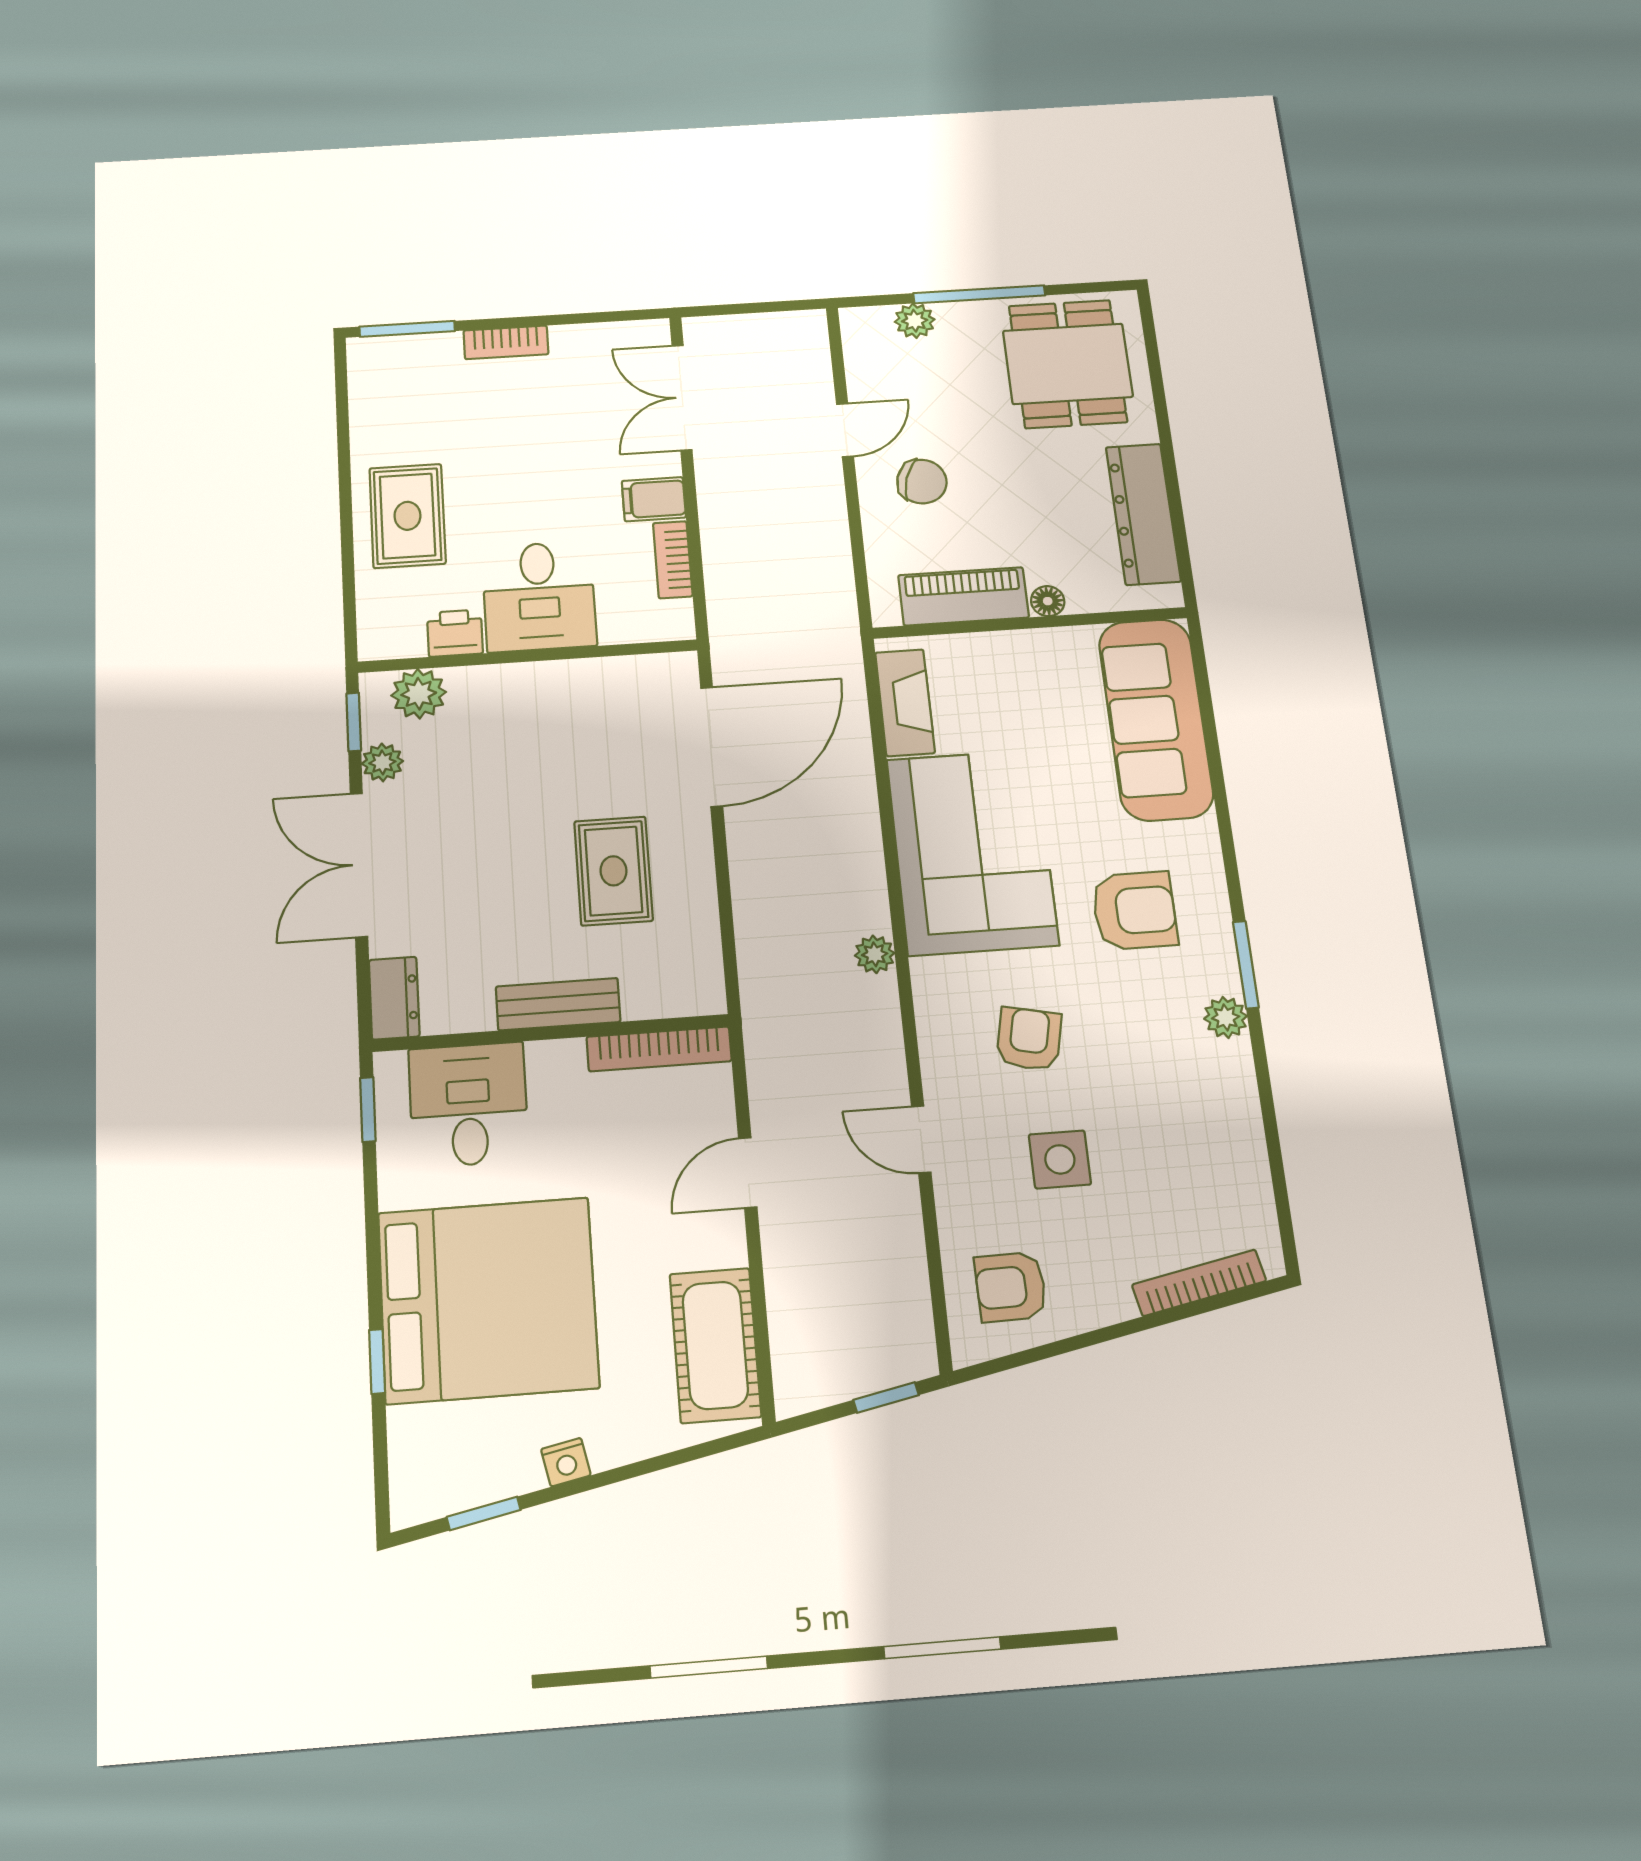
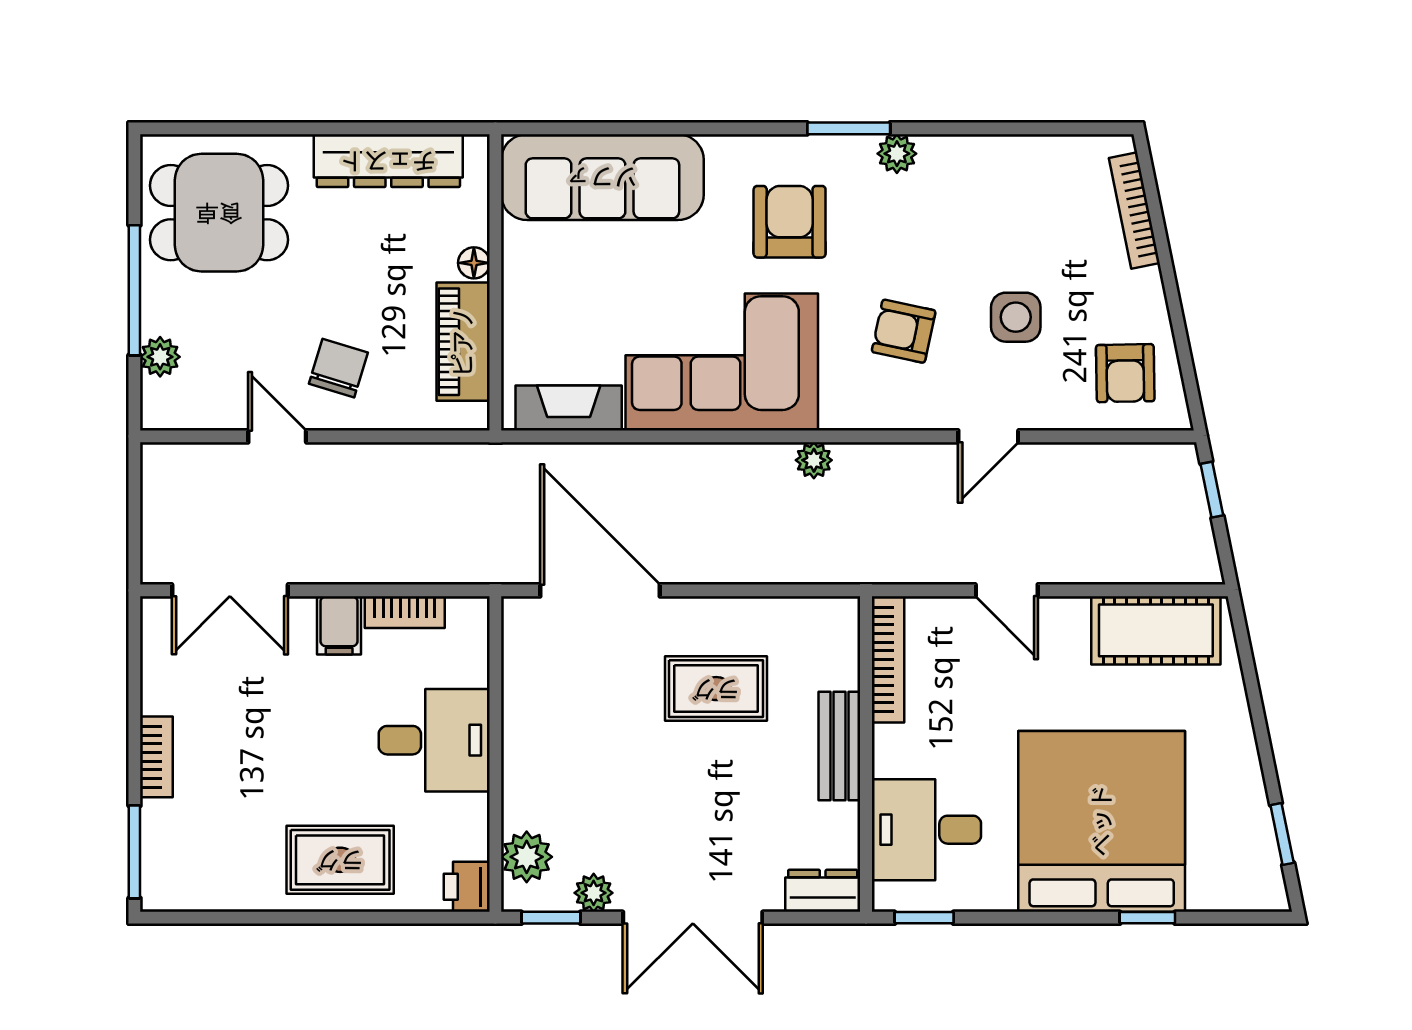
printer: (455, 633) -> (467, 887), moved
nightstand: (566, 1462) -> (1245, 763), removed

